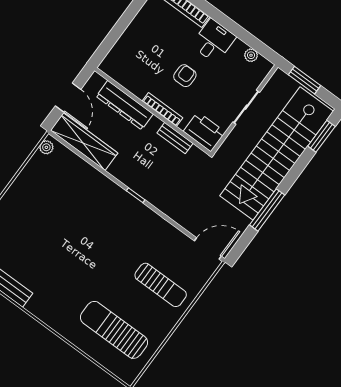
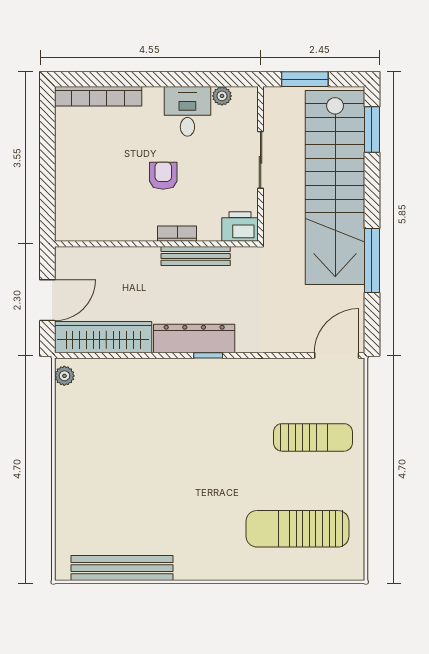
desk: (214, 41) -> (187, 111), moved
door: (68, 98) -> (47, 300), hinge flipped
dresser: (125, 105) -> (194, 339), moved, turned 180
bookcase: (162, 109) -> (177, 234), width x0.64
printer: (204, 132) -> (240, 227), width x0.73, depth x0.84
bench: (175, 138) -> (196, 256), width x1.36

